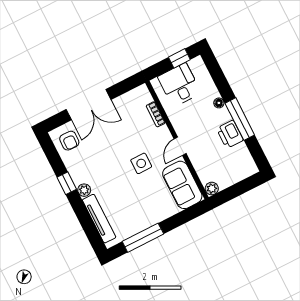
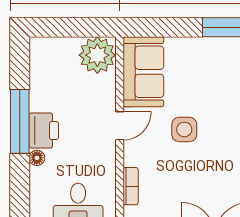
printer: (230, 134) -> (44, 131), moved
plant: (212, 189) -> (97, 55), width x1.88, depth x1.88

